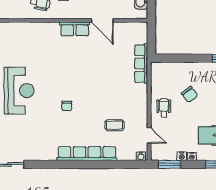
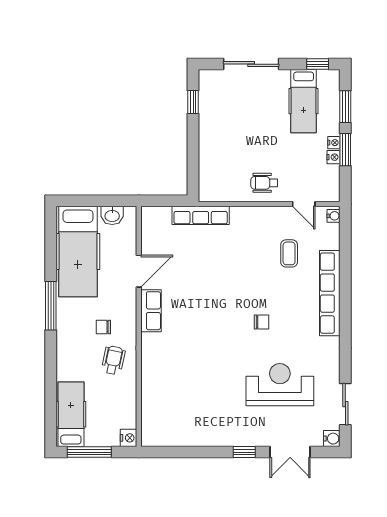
reception desk: (19, 91) -> (280, 385), moved
chair: (190, 94) -> (245, 146), removed
door: (149, 135) -> (304, 204), swing flipped
window: (169, 164) -> (345, 150), moved

